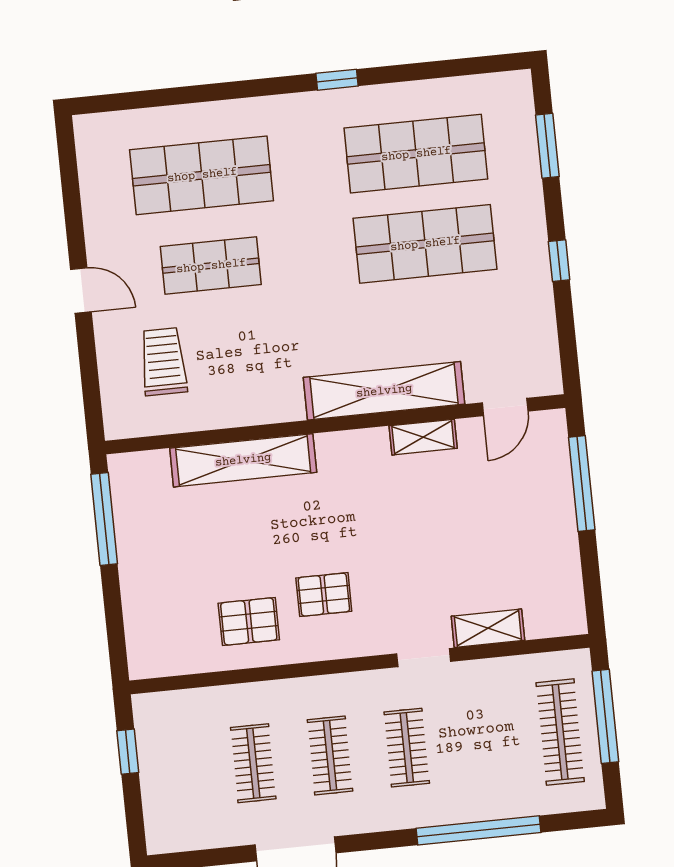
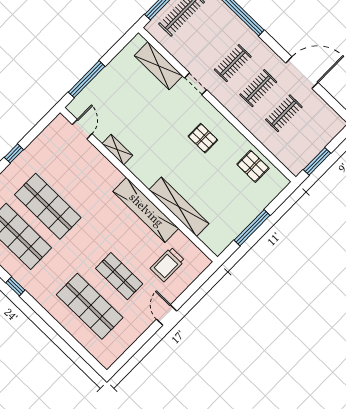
shelving: (384, 391) -> (146, 210), moved
door: (505, 407) -> (82, 129), hinge flipped
window: (104, 519) -> (252, 228), moved
pallet: (249, 621) -> (253, 166), moved
shelving: (488, 628) -> (159, 66), width x1.50, depth x1.33
window: (128, 752) -> (317, 161), width x1.50

